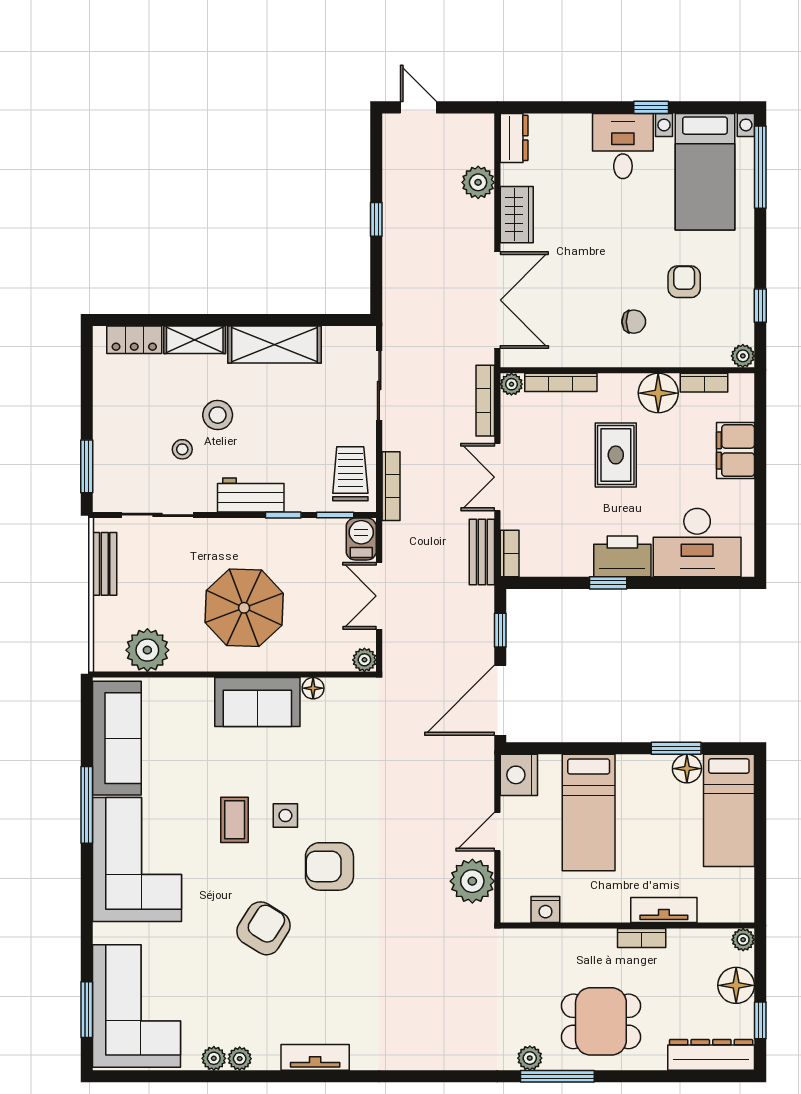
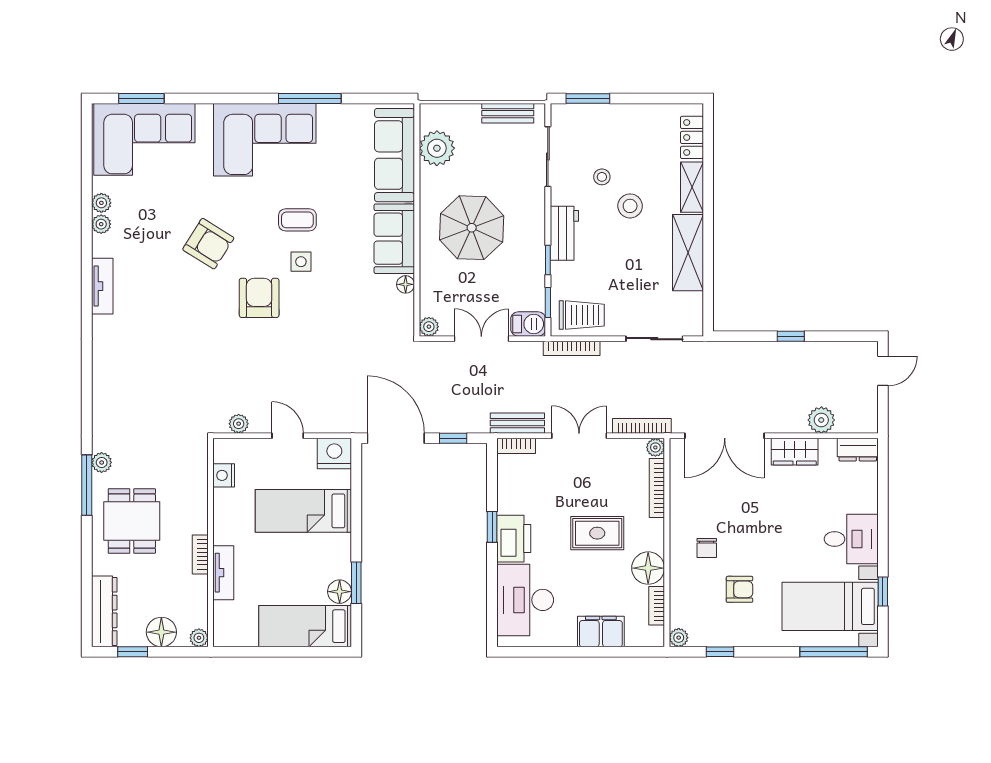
window: (651, 107) -> (883, 592), moved
sofa: (117, 738) -> (395, 155), moved, turned 90
plant: (472, 881) -> (239, 424), width x0.53, depth x0.53

